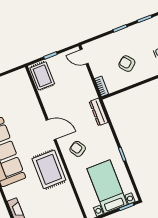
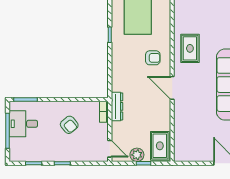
plant: (59, 61) -> (137, 155), added
dresser: (99, 112) -> (117, 106), moved
armchair: (78, 149) -> (153, 58), turned -58
rug: (49, 169) -> (190, 48), width x0.73, depth x0.70

